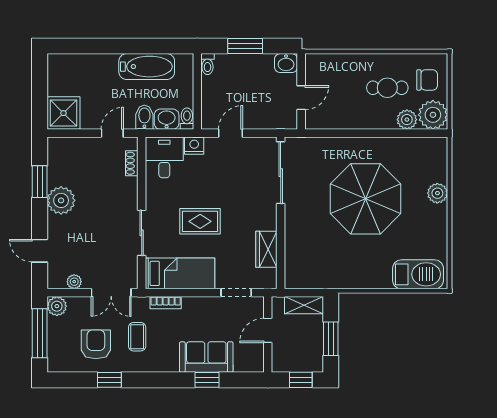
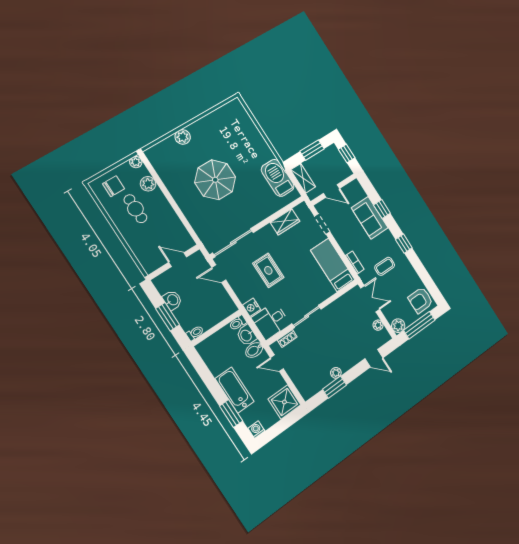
window: (92, 46) -> (231, 413), added
washing machine: (55, 62) -> (256, 430), added
washbasin: (286, 63) -> (172, 300), moved
bathtub: (147, 67) -> (235, 390), moved
chair: (427, 80) -> (114, 186), turned 90
plant: (433, 115) -> (136, 162), width x0.53, depth x0.53
door: (231, 133) -> (219, 274), moved
parasol: (366, 199) -> (215, 180), width x0.73, depth x0.73
plant: (61, 200) -> (336, 373), width x0.53, depth x0.53
rug: (200, 221) -> (268, 270), moved
sliding door: (142, 233) -> (307, 316), moved
door: (40, 251) -> (374, 358), hinge flipped
barbecue: (418, 274) -> (278, 178), moved
armchair: (96, 344) -> (421, 300), moved
window: (109, 380) -> (404, 244), moved

